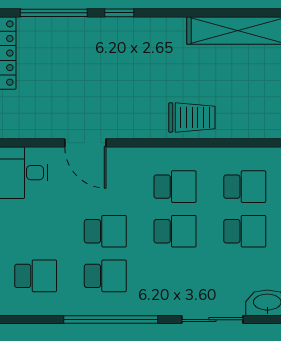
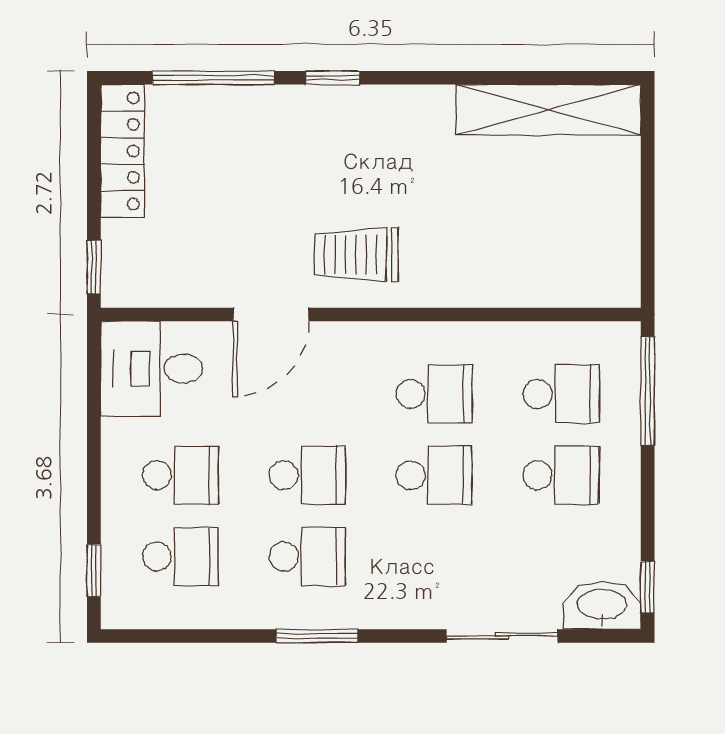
trolley: (192, 117) -> (356, 254), moved, turned 180
door: (85, 143) -> (271, 314), hinge flipped
school desk: (36, 231) -> (180, 475), added
window: (111, 320) -> (317, 636), width x0.47

